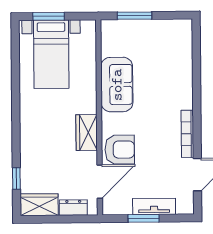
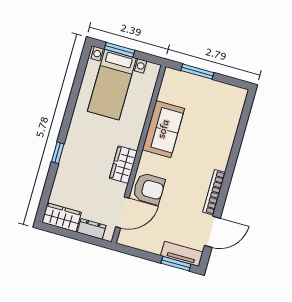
window: (16, 178) -> (58, 153), moved
tv unit: (154, 206) -> (182, 254), moved
window: (144, 218) -> (176, 264), moved

